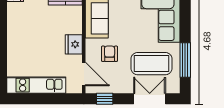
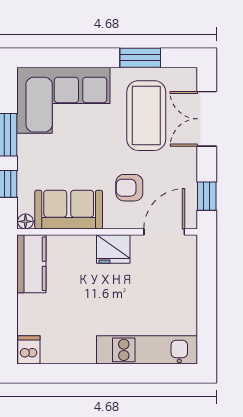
window: (185, 60) -> (140, 58), width x0.69
kitchen unit: (36, 85) -> (147, 350), moved, turned 90

